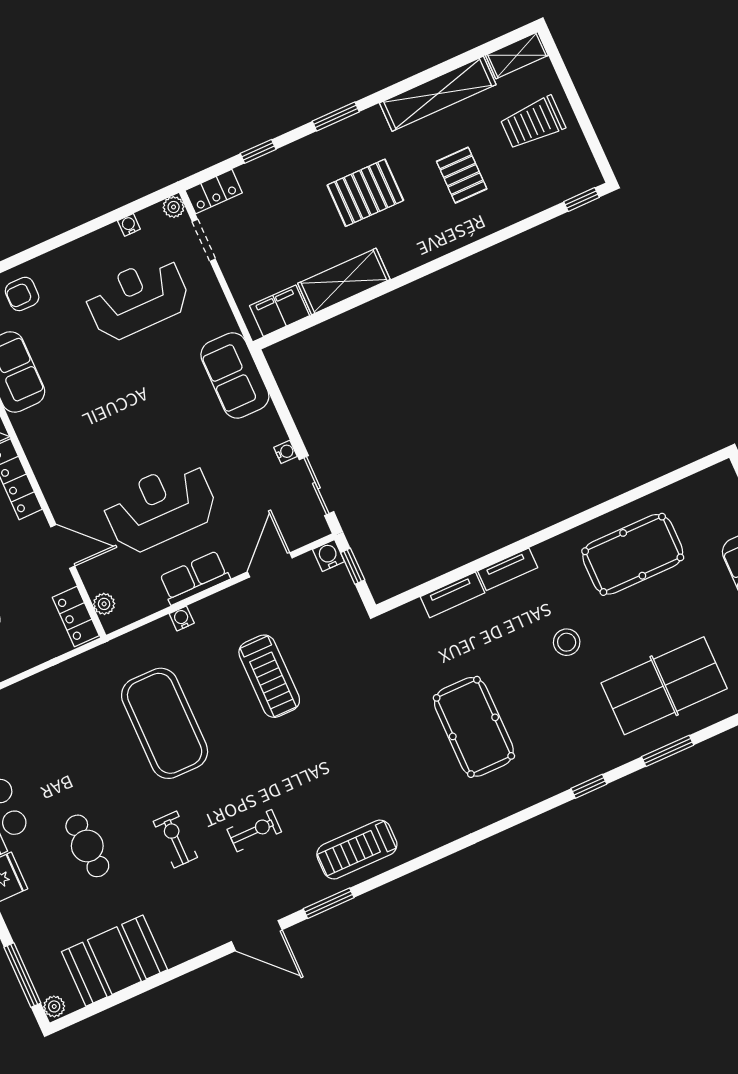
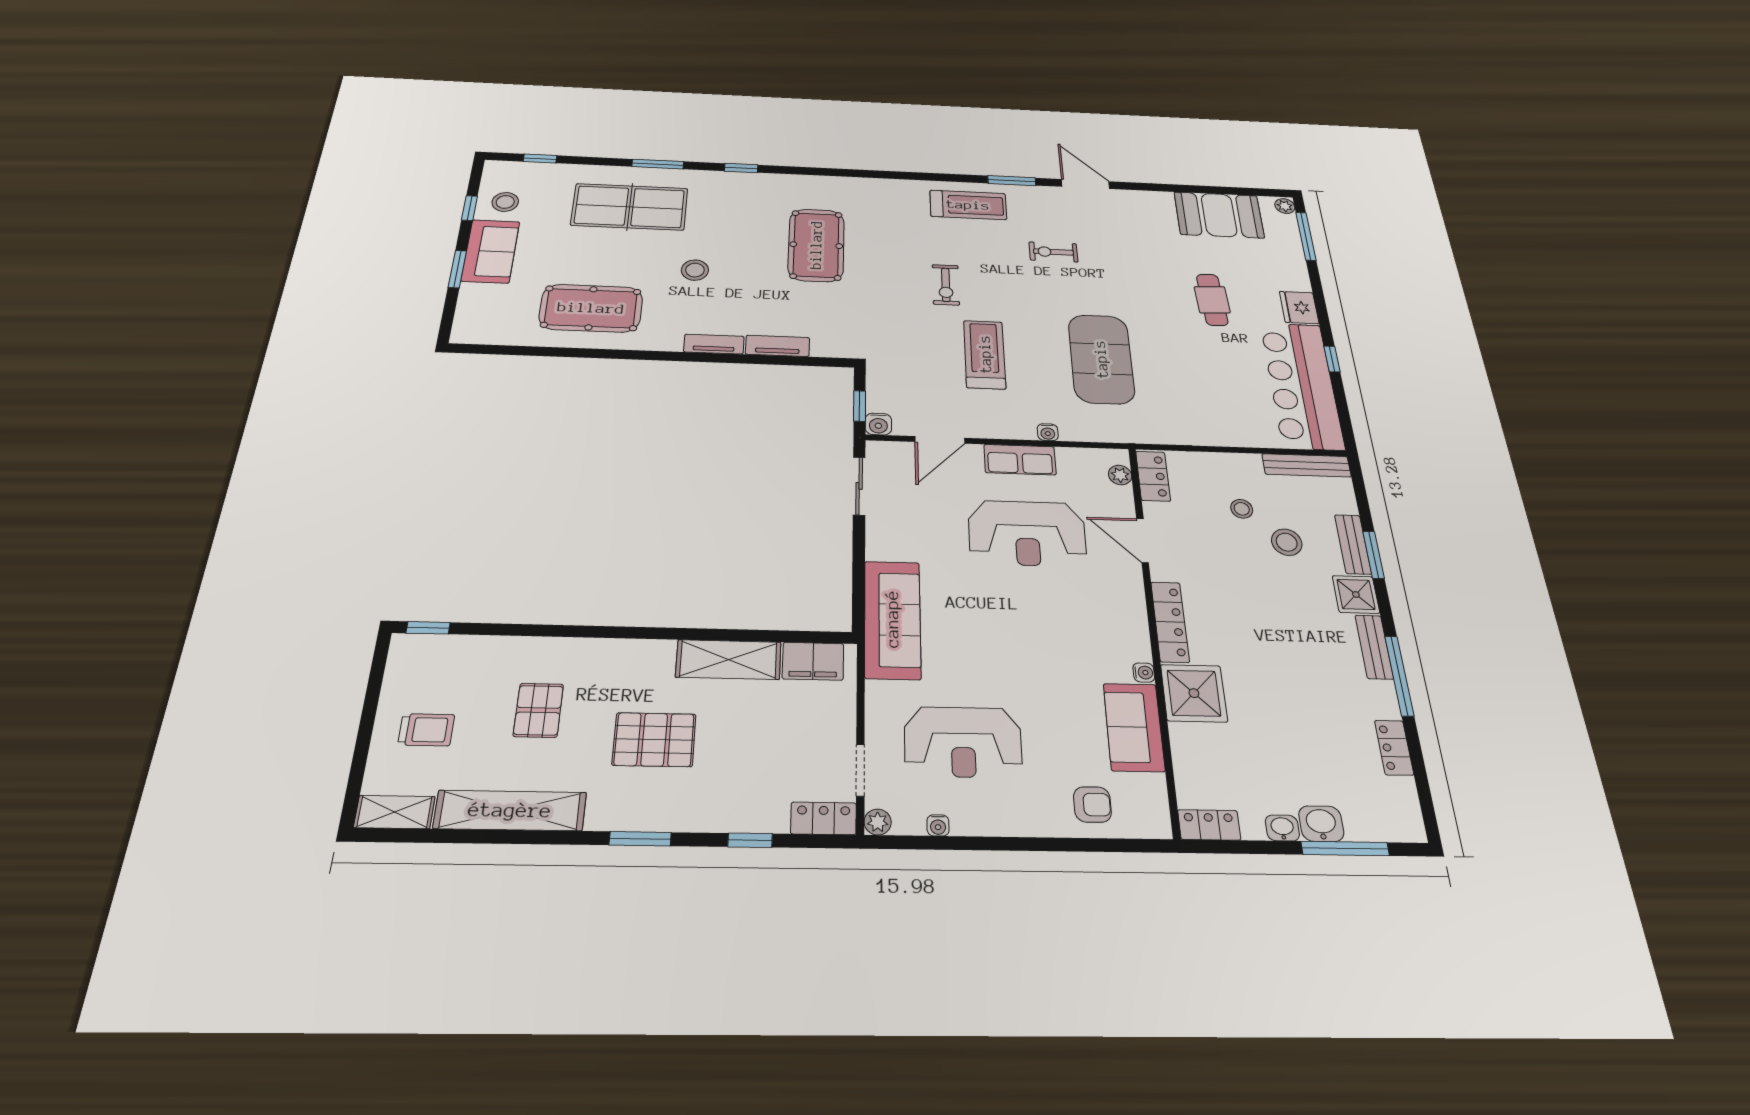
trolley: (533, 123) -> (426, 730), width x0.73, depth x0.72
sofa: (235, 375) -> (892, 619), width x1.36
water cooler: (285, 452) -> (1144, 673), moved, turned 180
exercise bike: (175, 839) -> (946, 285), moved

